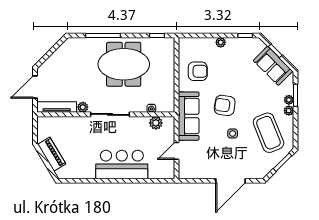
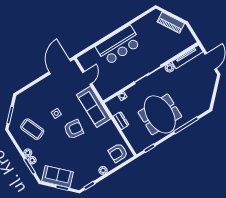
meeting table: (124, 64) -> (160, 114), turned 90
armchair: (198, 71) -> (118, 153), moved
dresser: (169, 83) -> (121, 121), added
plant: (156, 123) -> (113, 88), removed
coffee table: (268, 133) -> (32, 129), width x0.73, depth x0.76
door: (231, 181) -> (60, 66), moved

